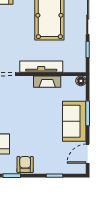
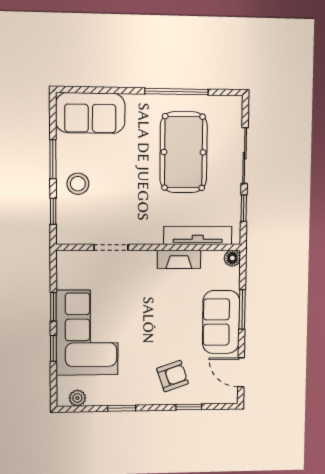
tv unit: (41, 67) -> (198, 235), moved
door: (88, 154) -> (241, 372), hinge flipped
armchair: (25, 165) -> (173, 376), moved, turned 71

